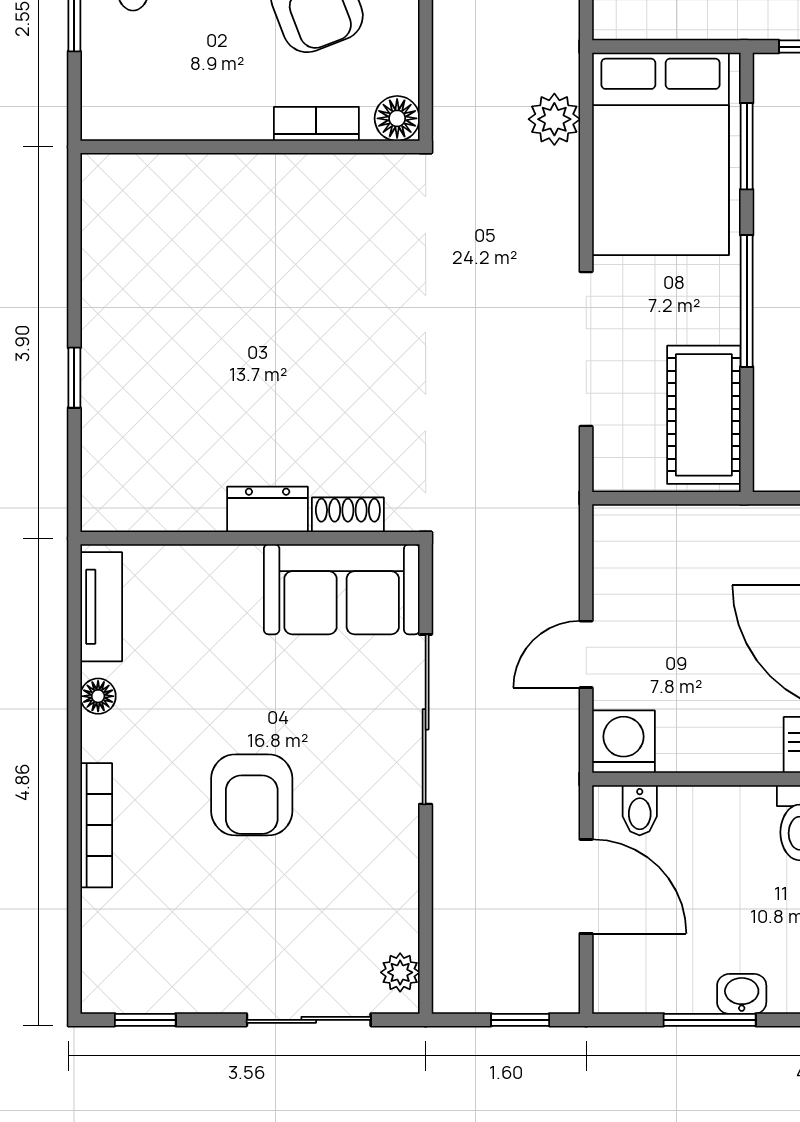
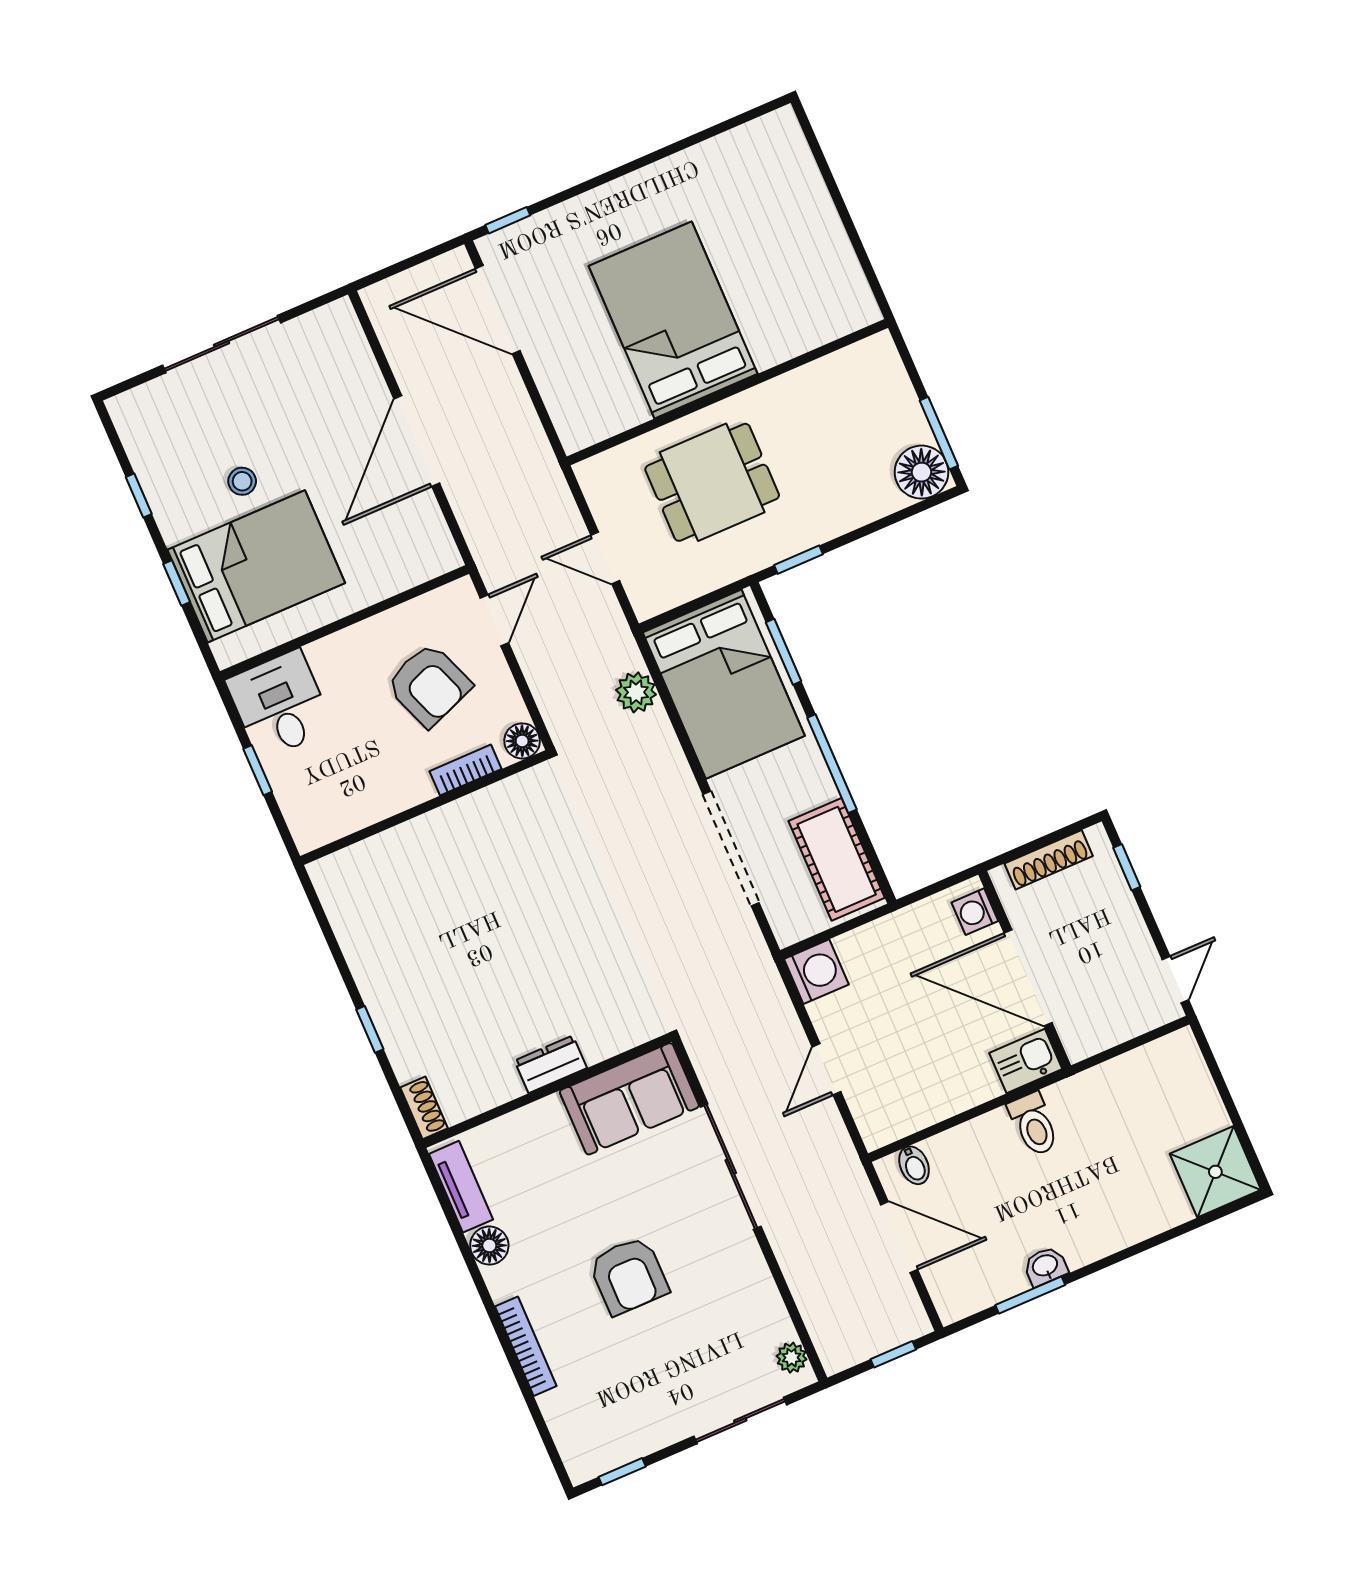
shoe rack: (348, 515) -> (424, 1108), moved, turned 90
floor lamp: (98, 696) -> (489, 1246), width x1.37, depth x1.37
washing machine: (623, 742) -> (816, 972), moved, turned 90

